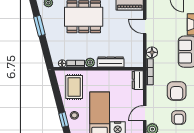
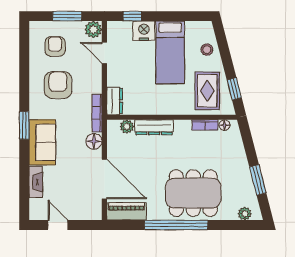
door: (145, 26) -> (104, 179), width x1.88
plant: (90, 62) -> (127, 127), moved
door: (145, 113) -> (104, 53), swing flipped
window: (64, 120) -> (234, 89), moved

